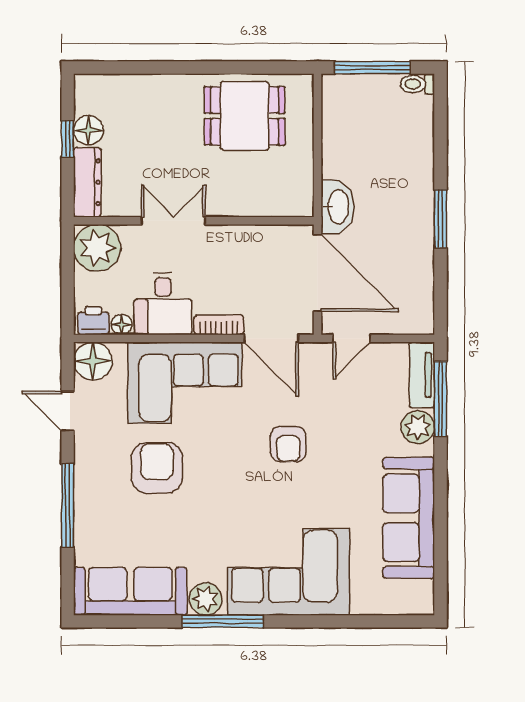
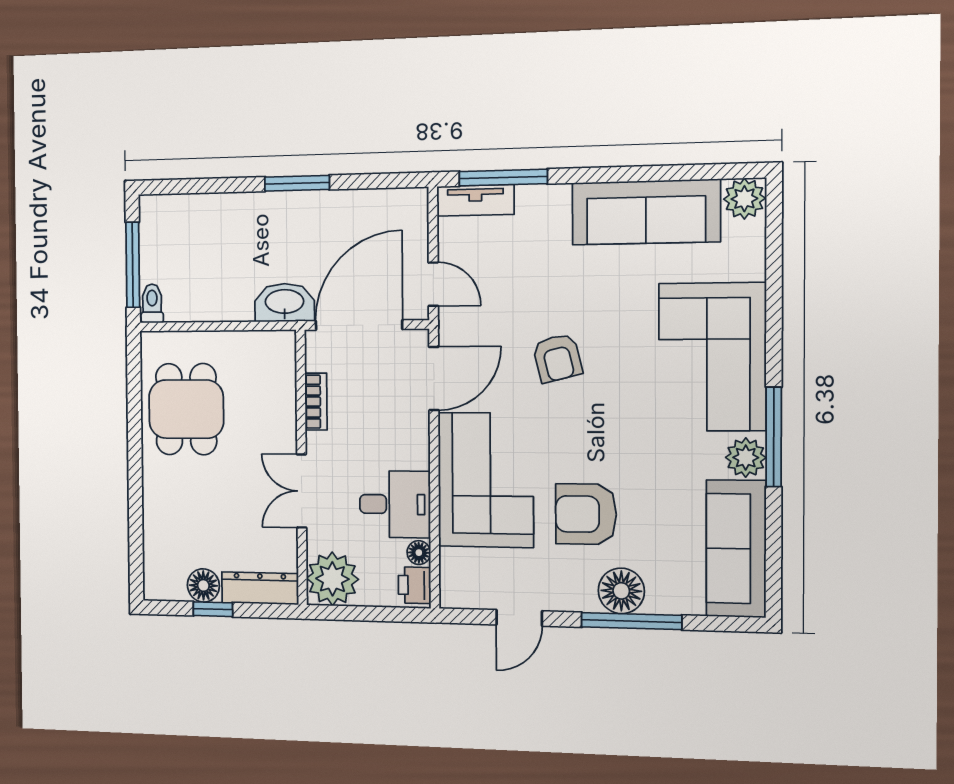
toilet: (417, 84) -> (152, 303), moved, turned 180
bookcase: (219, 325) -> (316, 402), moved, turned 180
floor lamp: (93, 361) -> (621, 591), moved
plant: (418, 427) -> (744, 199), moved
armchair: (288, 444) -> (557, 358), turned 76

